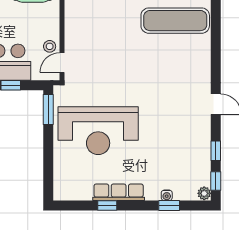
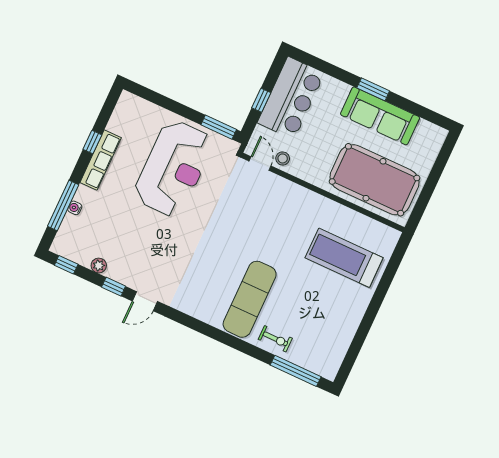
reception desk: (98, 131) -> (173, 168), turned 180
window: (216, 151) -> (114, 287), moved
plant: (204, 193) -> (99, 266), moved
window: (169, 206) -> (63, 205), width x2.17

